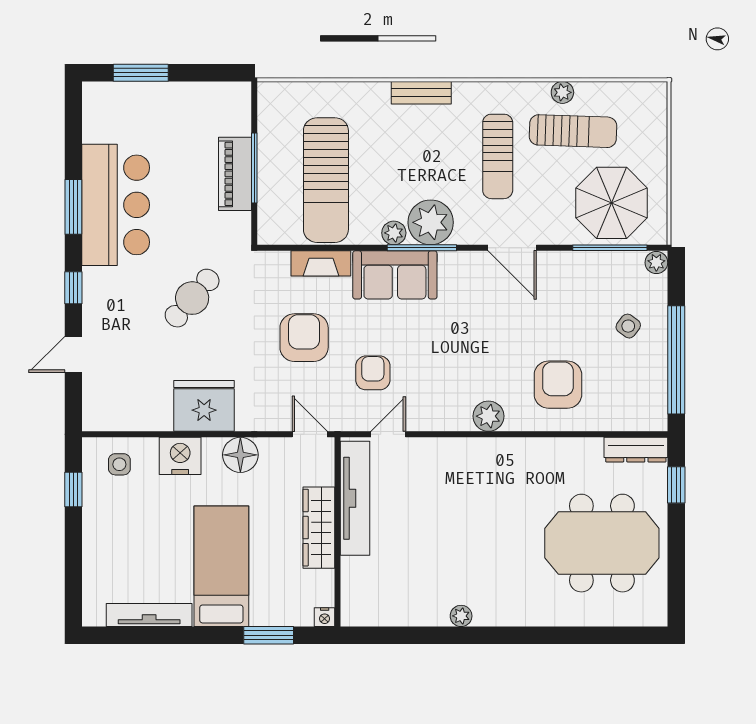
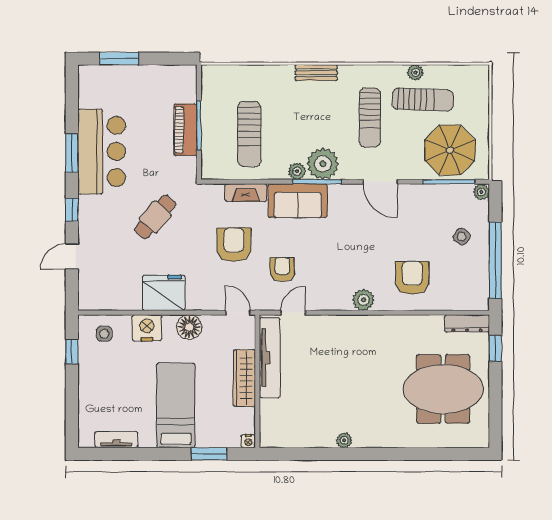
sun lounger: (326, 180) -> (249, 134), width x0.73, depth x0.75
tv unit: (149, 615) -> (116, 440), width x0.71

